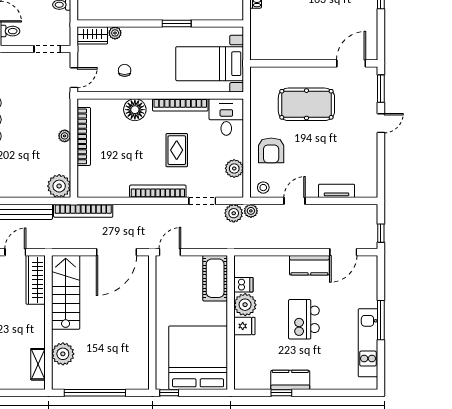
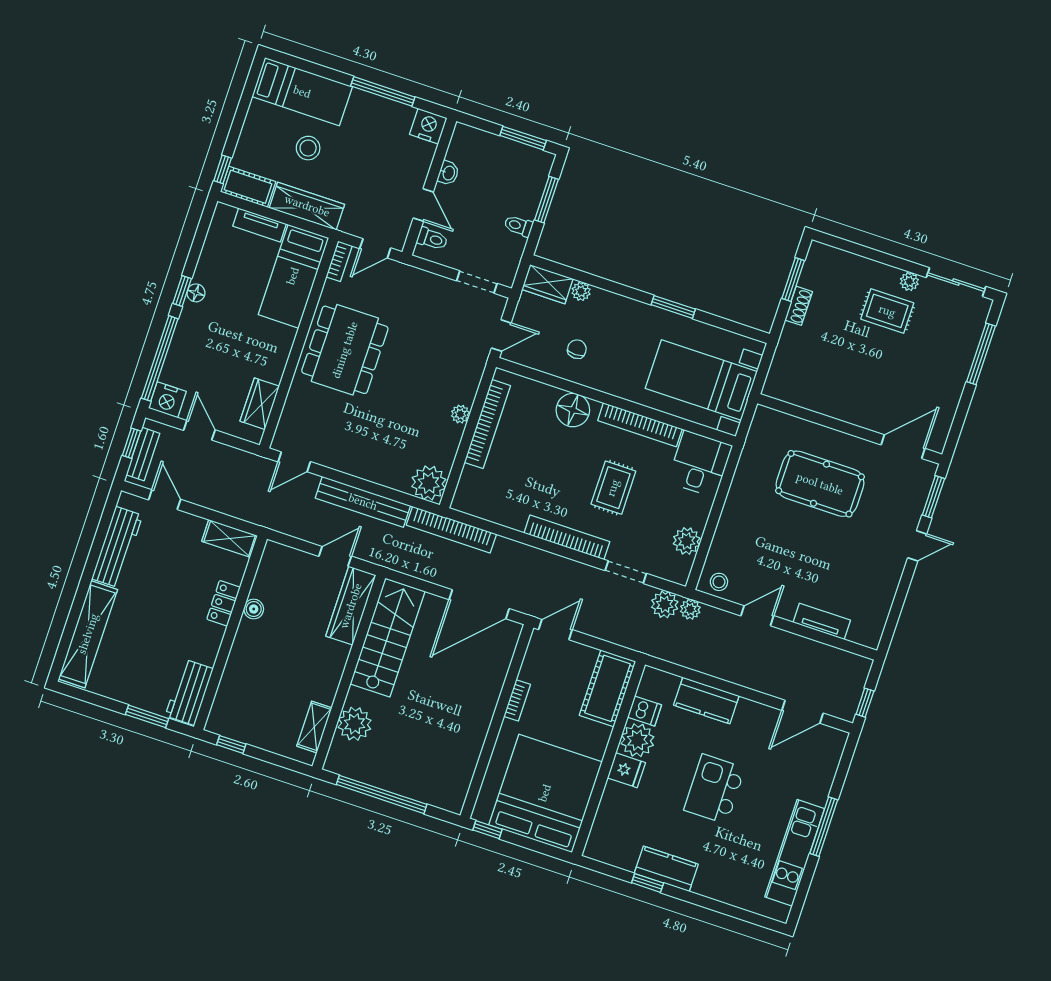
armchair: (271, 150) -> (748, 533), removed
kitchen counter: (309, 265) -> (706, 701), moved
bookcase: (161, 305) -> (517, 700), added

